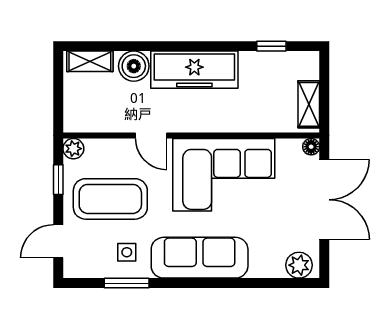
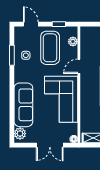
plant: (73, 149) -> (73, 42), moved
double door: (324, 200) -> (50, 145), width x0.73
sofa: (200, 258) -> (23, 105), moved

